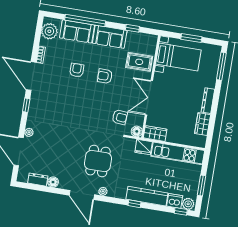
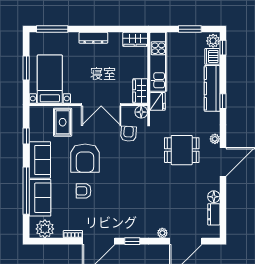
armchair: (105, 76) -> (85, 158), width x1.88, depth x1.88
wardrobe: (203, 124) -> (135, 39), moved

